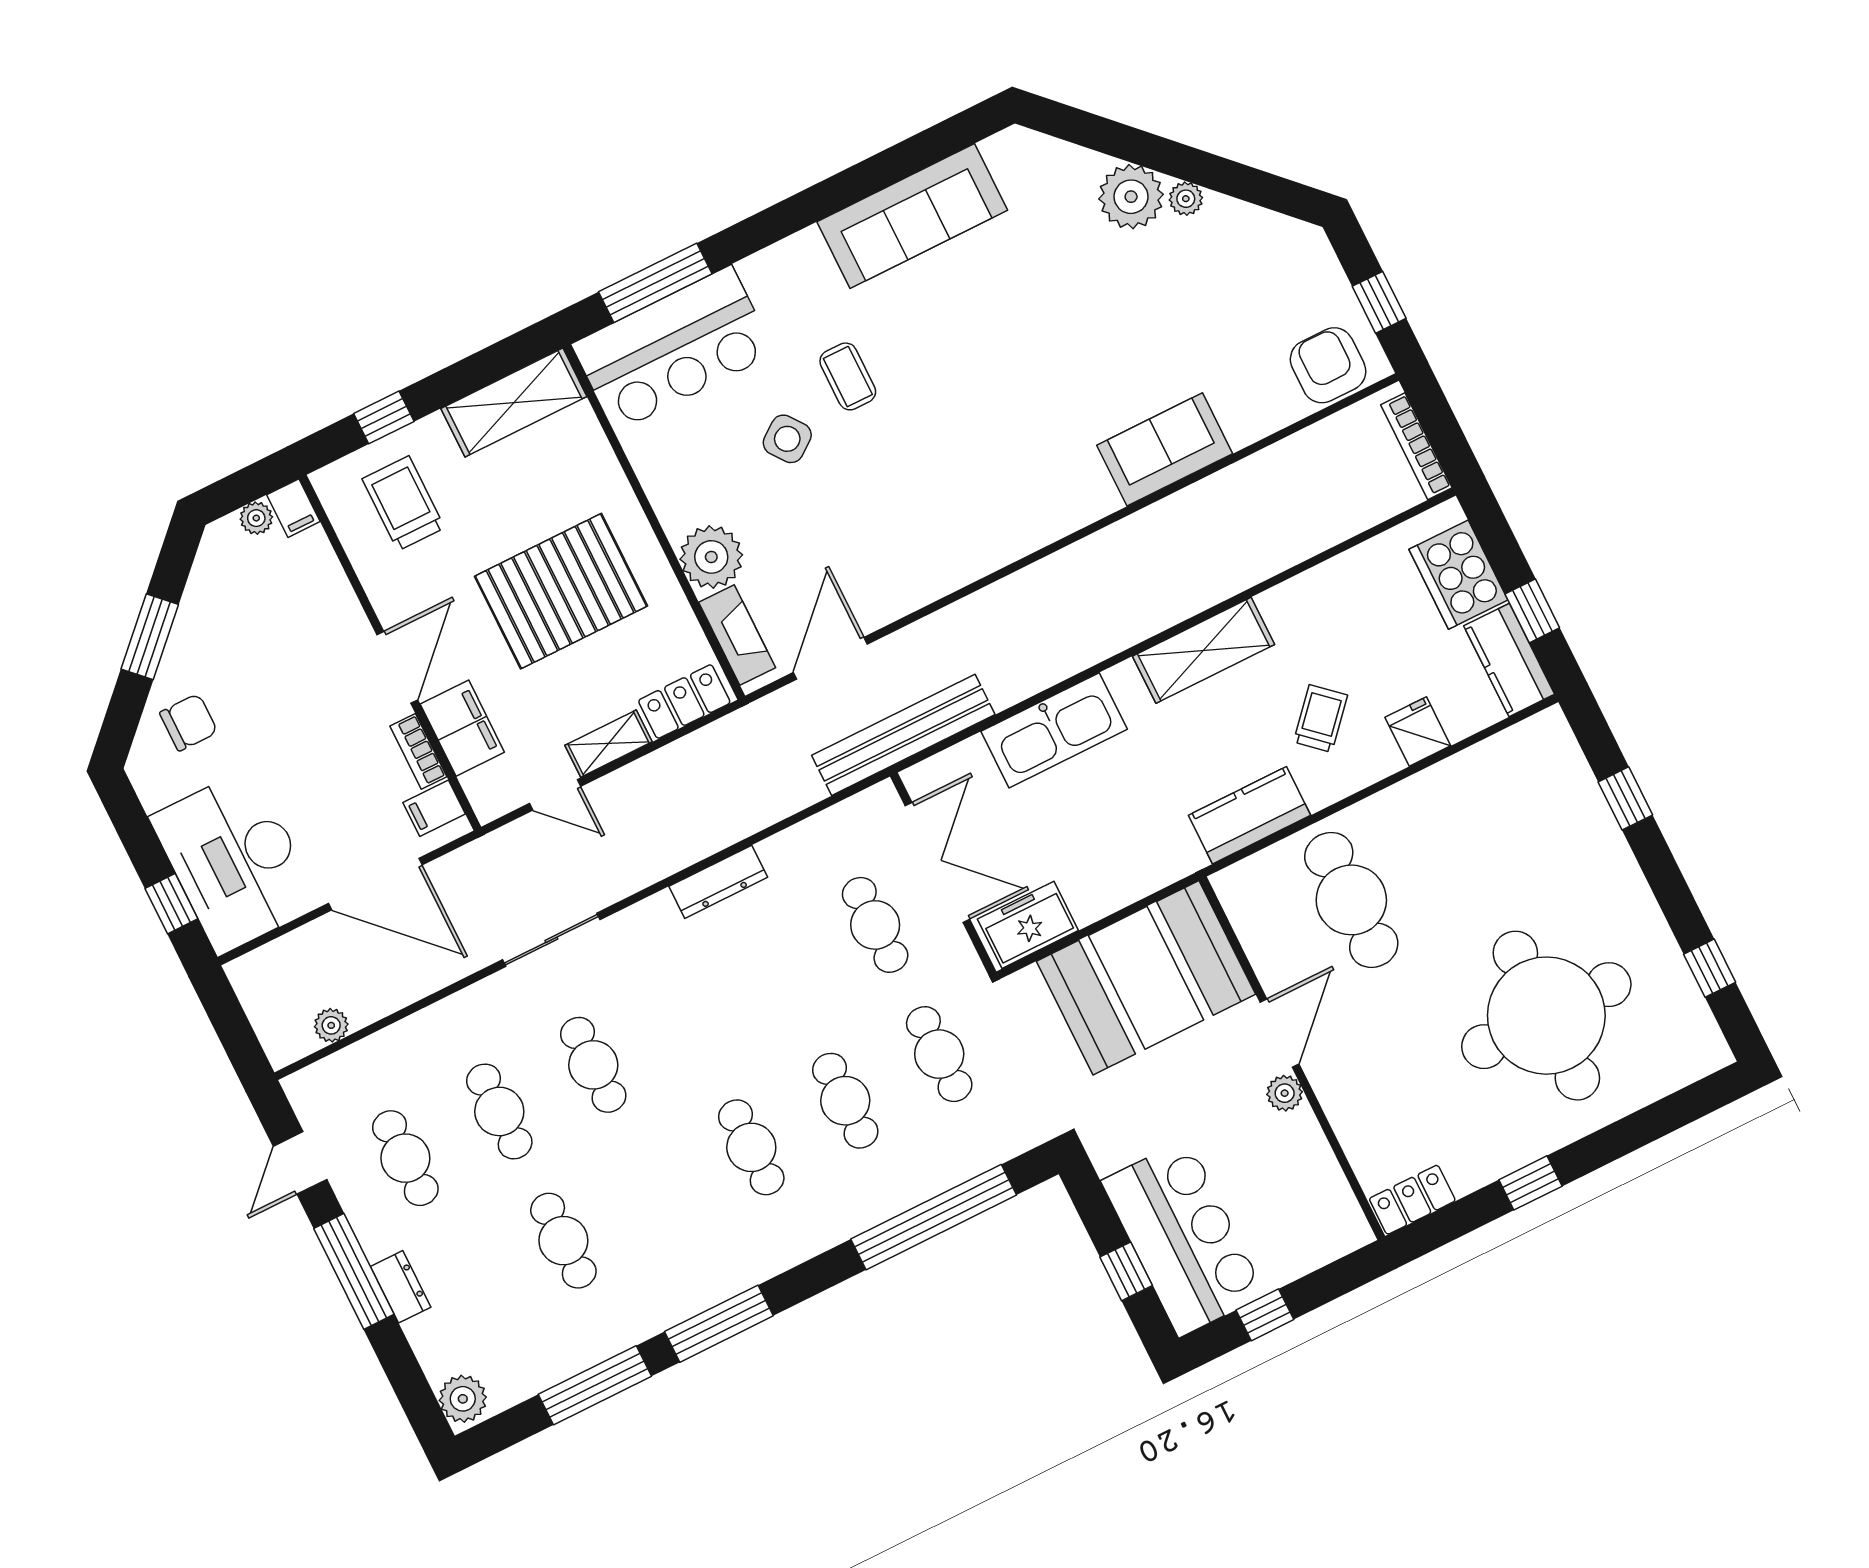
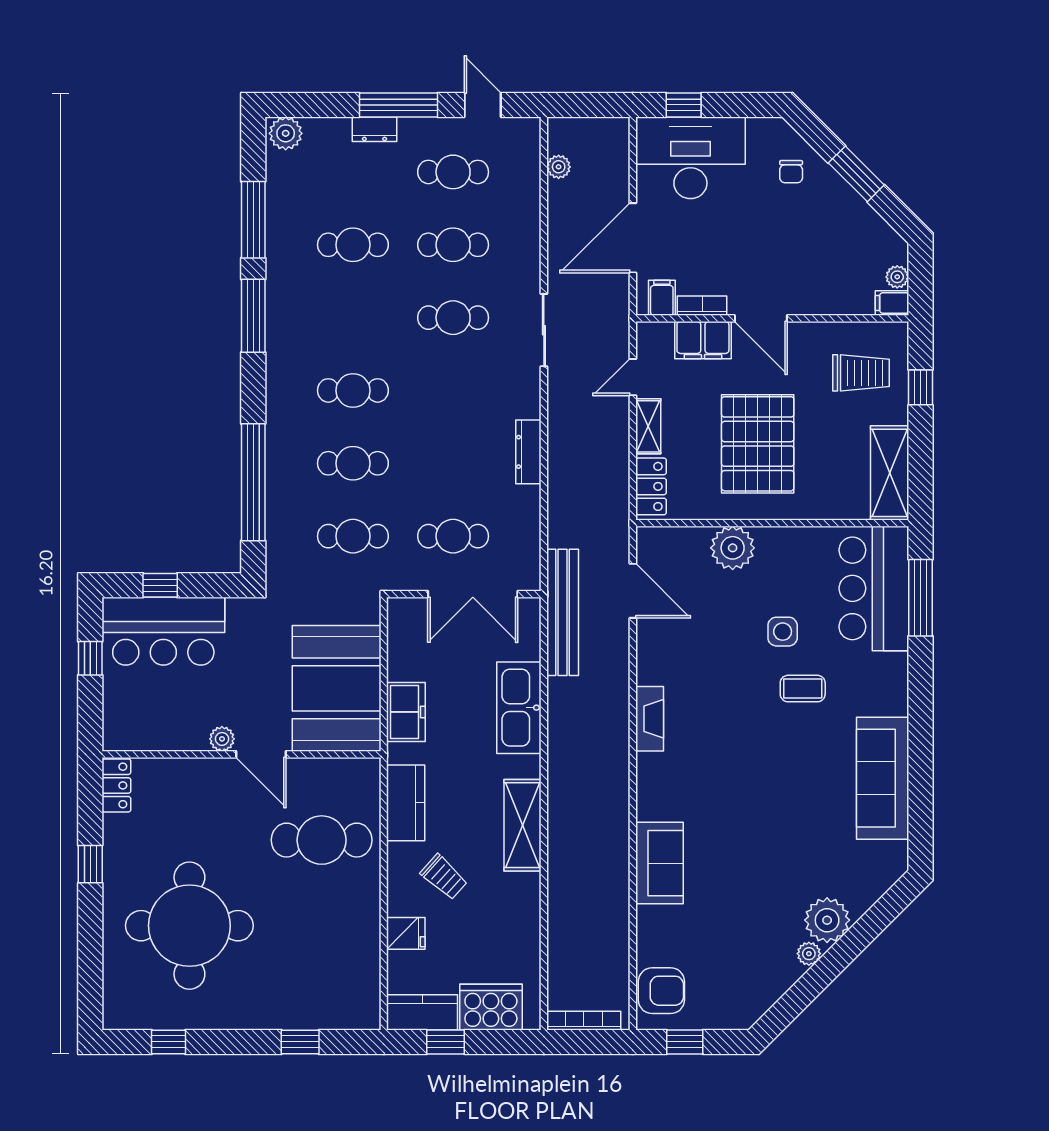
side table: (787, 439) -> (783, 632), turned 37
fireplace: (737, 635) -> (650, 719), moved, turned -90
chair: (189, 722) -> (791, 172), width x0.73, depth x0.73
freezer: (1028, 925) -> (406, 712), moved

